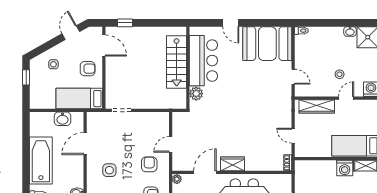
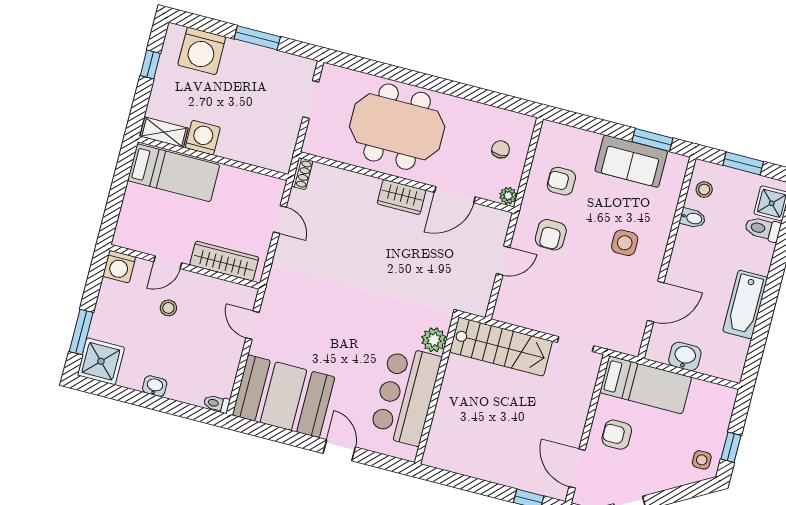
washbasin: (350, 31) -> (155, 386), moved
stairs: (177, 62) -> (501, 347), moved, turned 90
side table: (53, 64) -> (702, 460), moved
bathtub: (41, 161) -> (745, 304), width x0.73, depth x0.73

